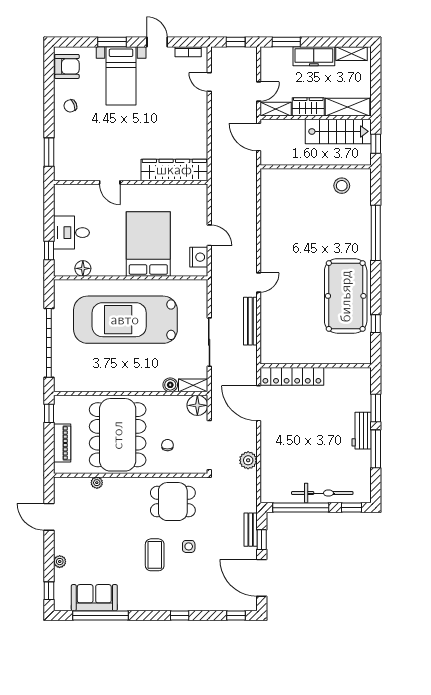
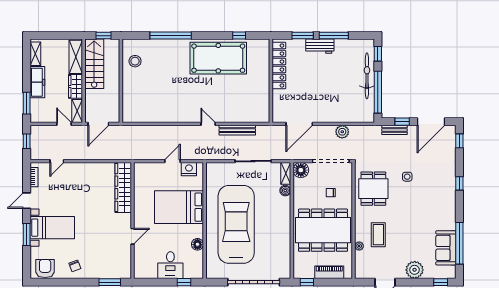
floor lamp: (83, 268) -> (197, 244), moved
car: (125, 320) -> (236, 224), turned 180
locker: (292, 376) -> (279, 66), moved
coffee table: (155, 555) -> (378, 235), moved, turned 90
plant: (60, 562) -> (415, 270), width x1.88, depth x1.88

